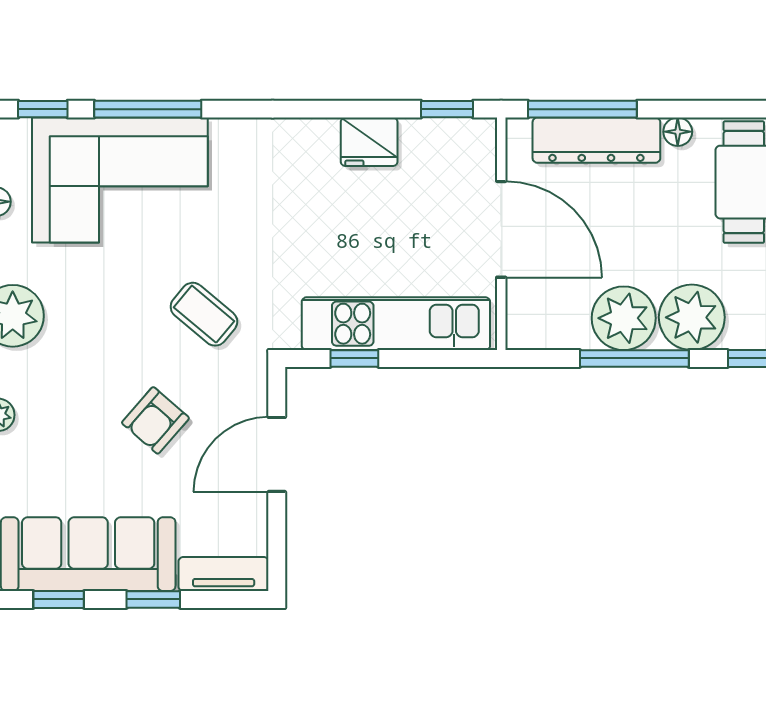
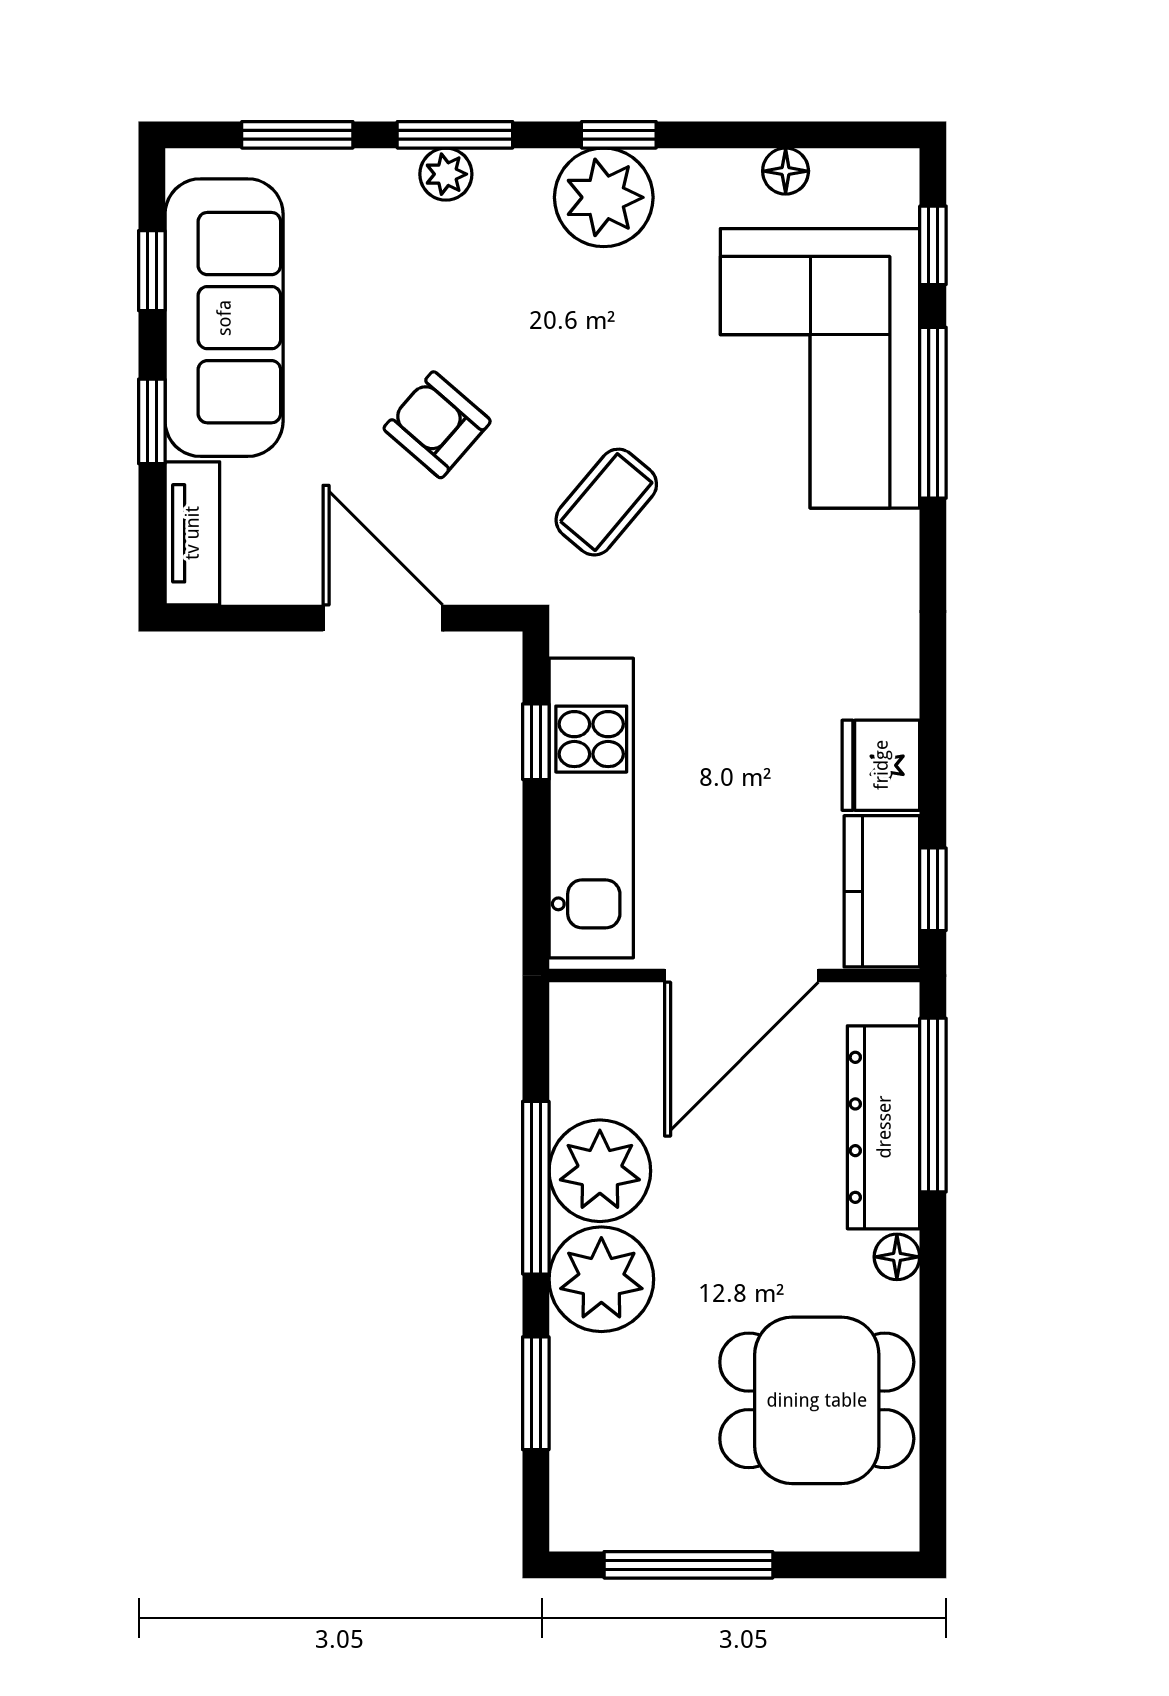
kitchen counter: (448, 141) -> (882, 891), added

